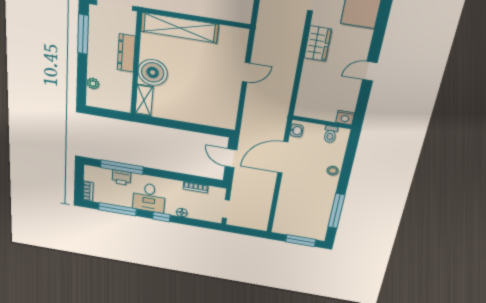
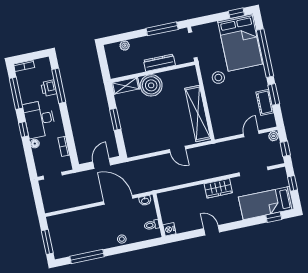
shelving: (179, 28) -> (198, 113), moved
window: (182, 126) -> (115, 119), added
desk: (149, 198) -> (39, 119), width x1.37

